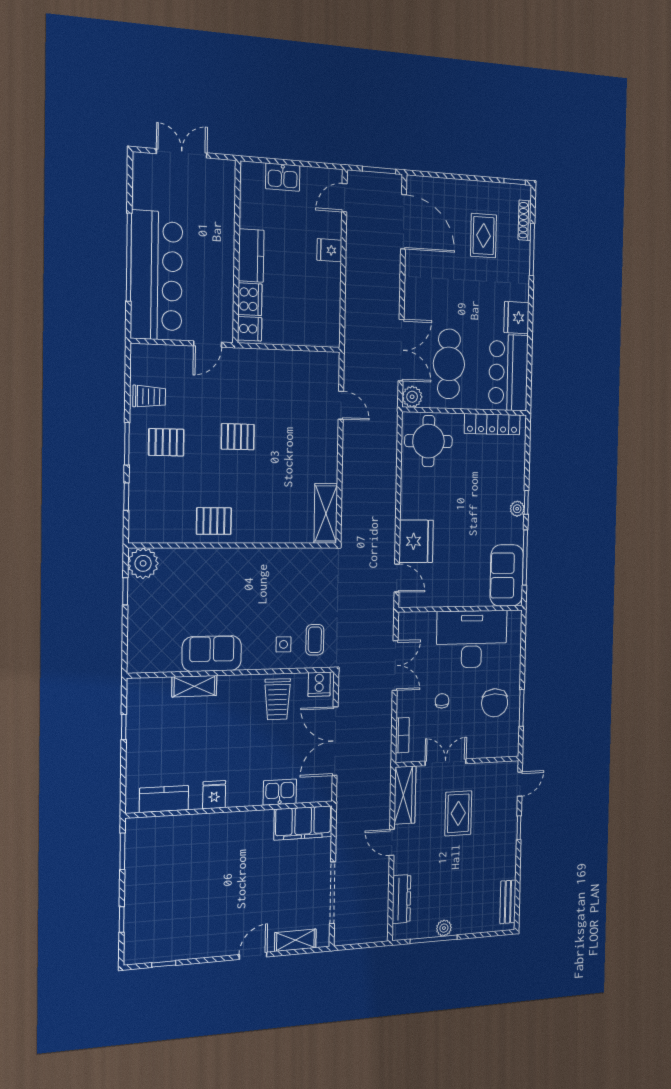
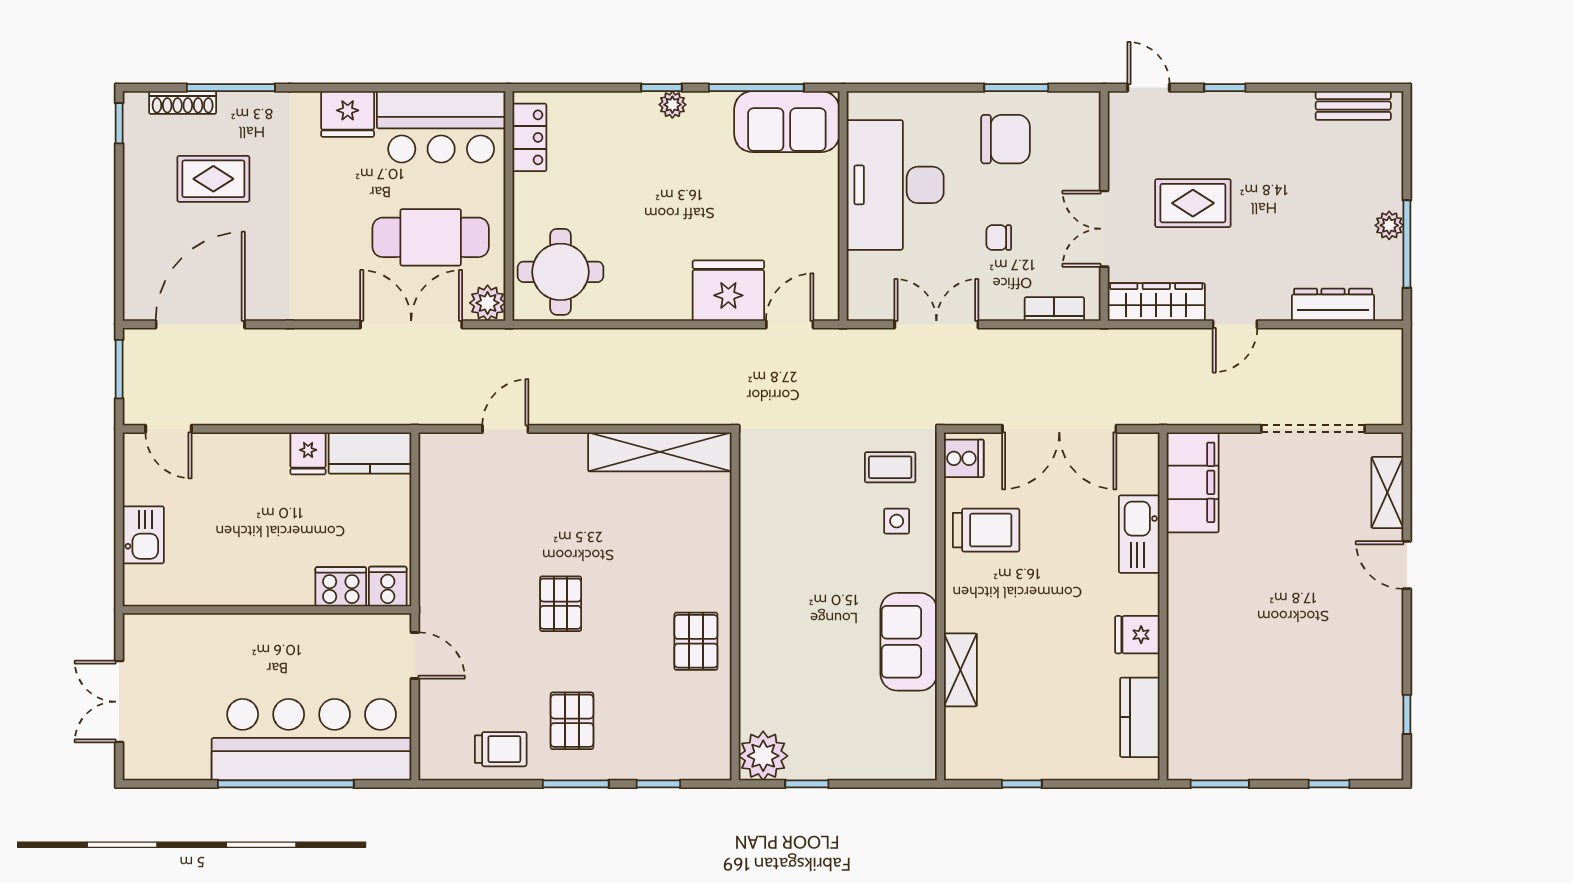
fridge: (329, 250) -> (308, 453), moved
kitchen counter: (251, 255) -> (370, 453), moved, turned 180
trolley: (149, 396) -> (501, 749), turned 90
locker: (492, 424) -> (529, 137), width x0.66
shelving: (326, 513) -> (660, 452), width x1.47
kitchen sink: (280, 792) -> (1139, 534), width x1.38

